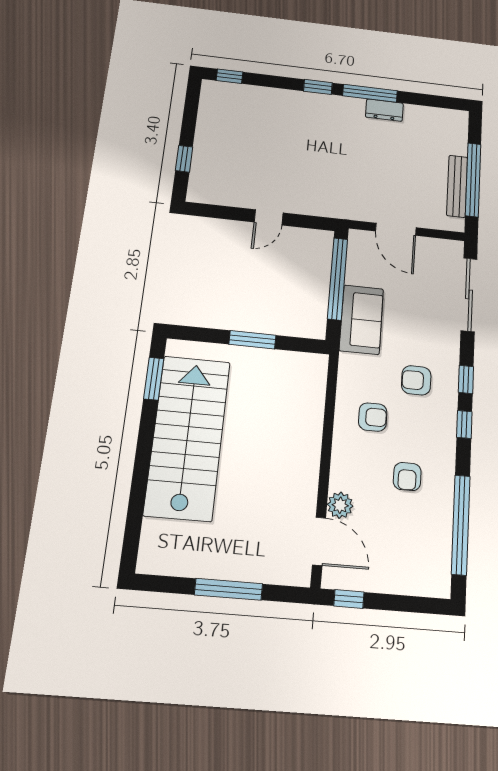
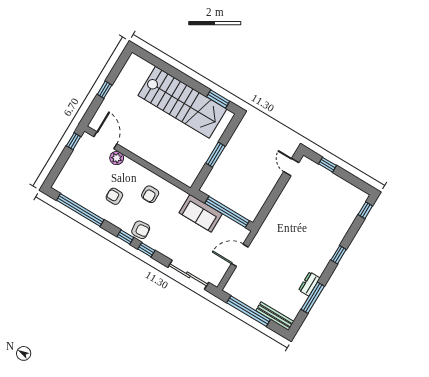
window: (370, 93) -> (313, 298), moved
bench: (457, 186) -> (275, 316), moved
door: (269, 217) -> (291, 167), moved
armchair: (416, 380) -> (141, 230), moved, turned 84
door: (319, 541) -> (105, 140), swing flipped
window: (229, 589) -> (105, 90), width x0.46

